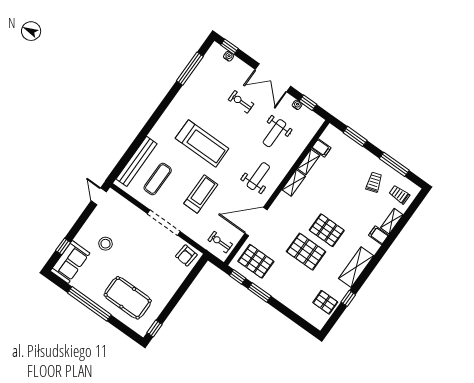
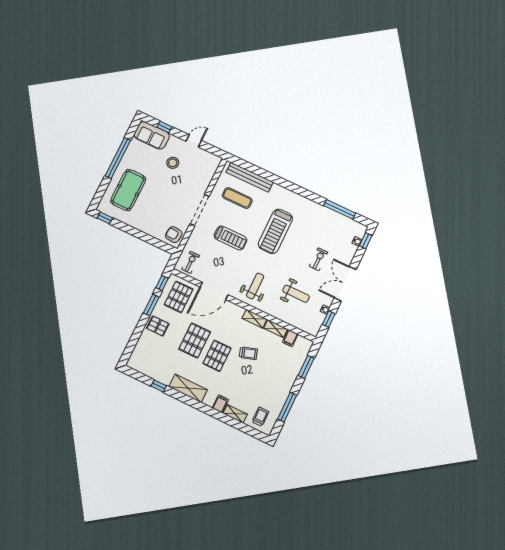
weight bench: (274, 133) -> (296, 294), turned 180
weight bench: (258, 176) -> (255, 286), turned -90
trolley: (374, 182) -> (248, 353), moved
door: (99, 196) -> (194, 141), moved
door: (256, 222) -> (214, 291), swing flipped
pallet: (325, 302) -> (158, 326), moved, turned 90

